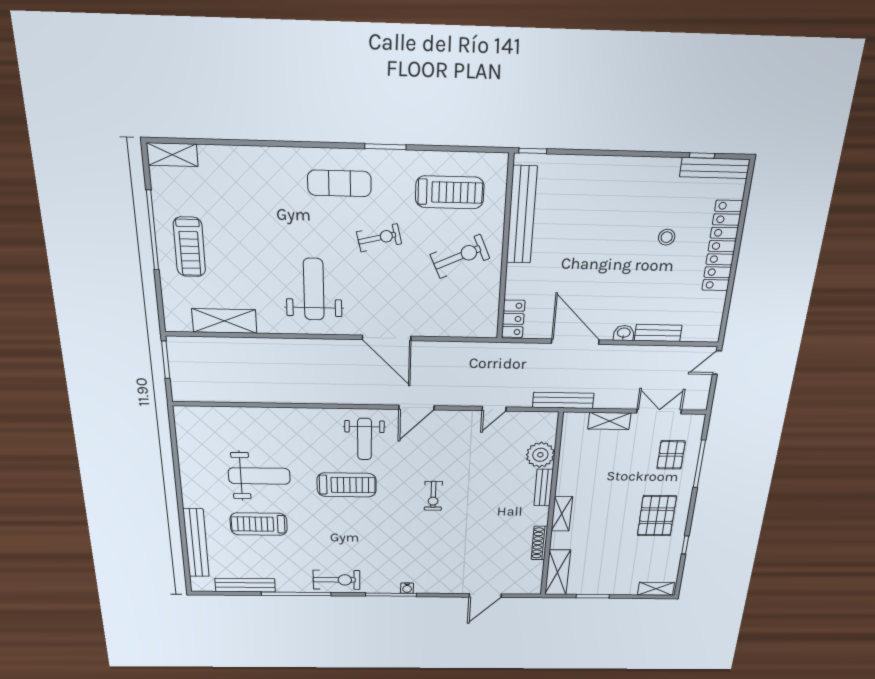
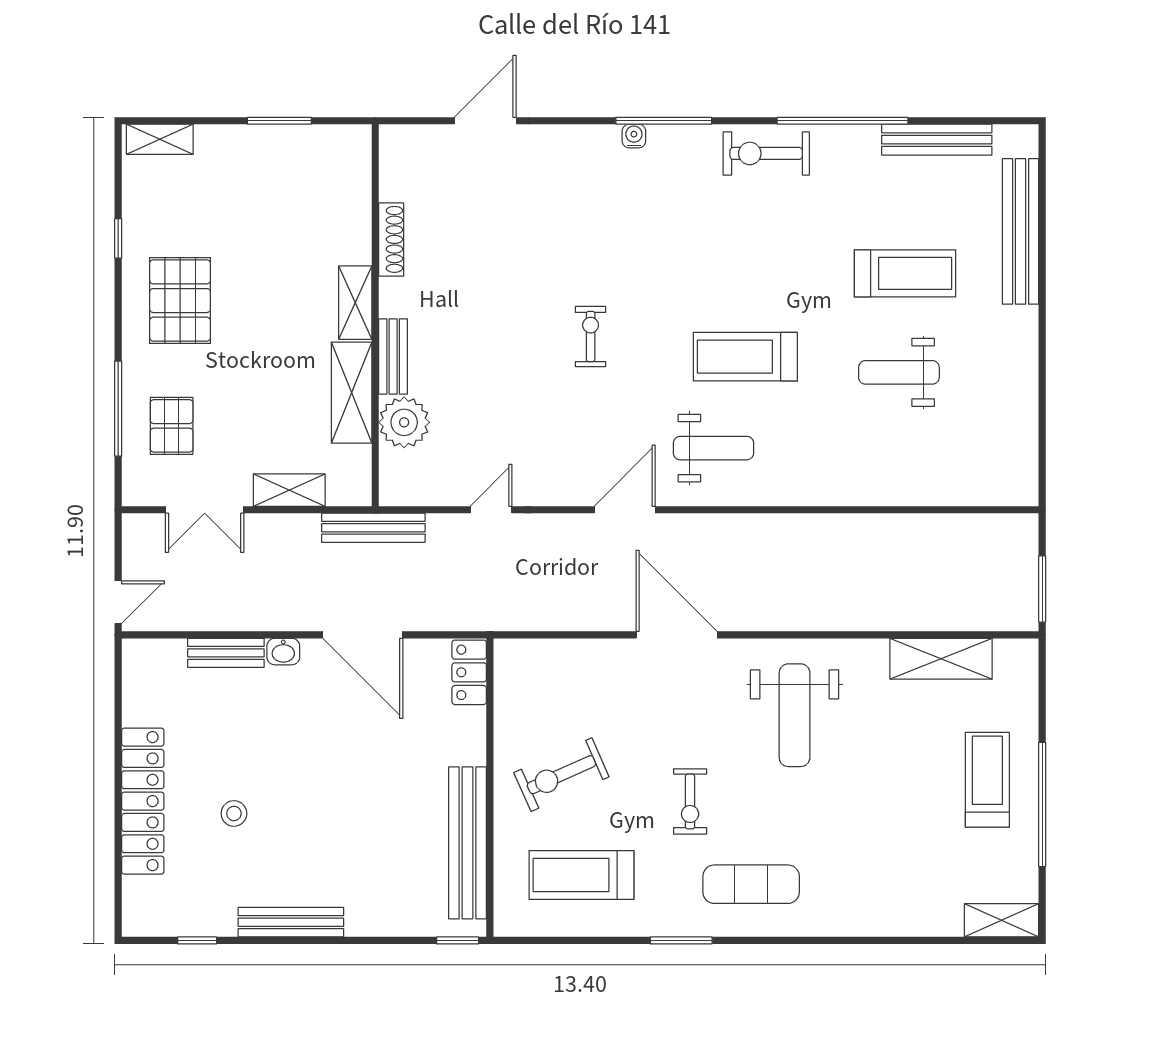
bench: (715, 168) -> (291, 922), moved
exercise bike: (379, 238) -> (690, 802), turned -77
weight bench: (364, 439) -> (713, 448), turned 90
weight bench: (259, 476) -> (899, 372), width x0.73, depth x0.75
shelving: (558, 572) -> (352, 393), moved

